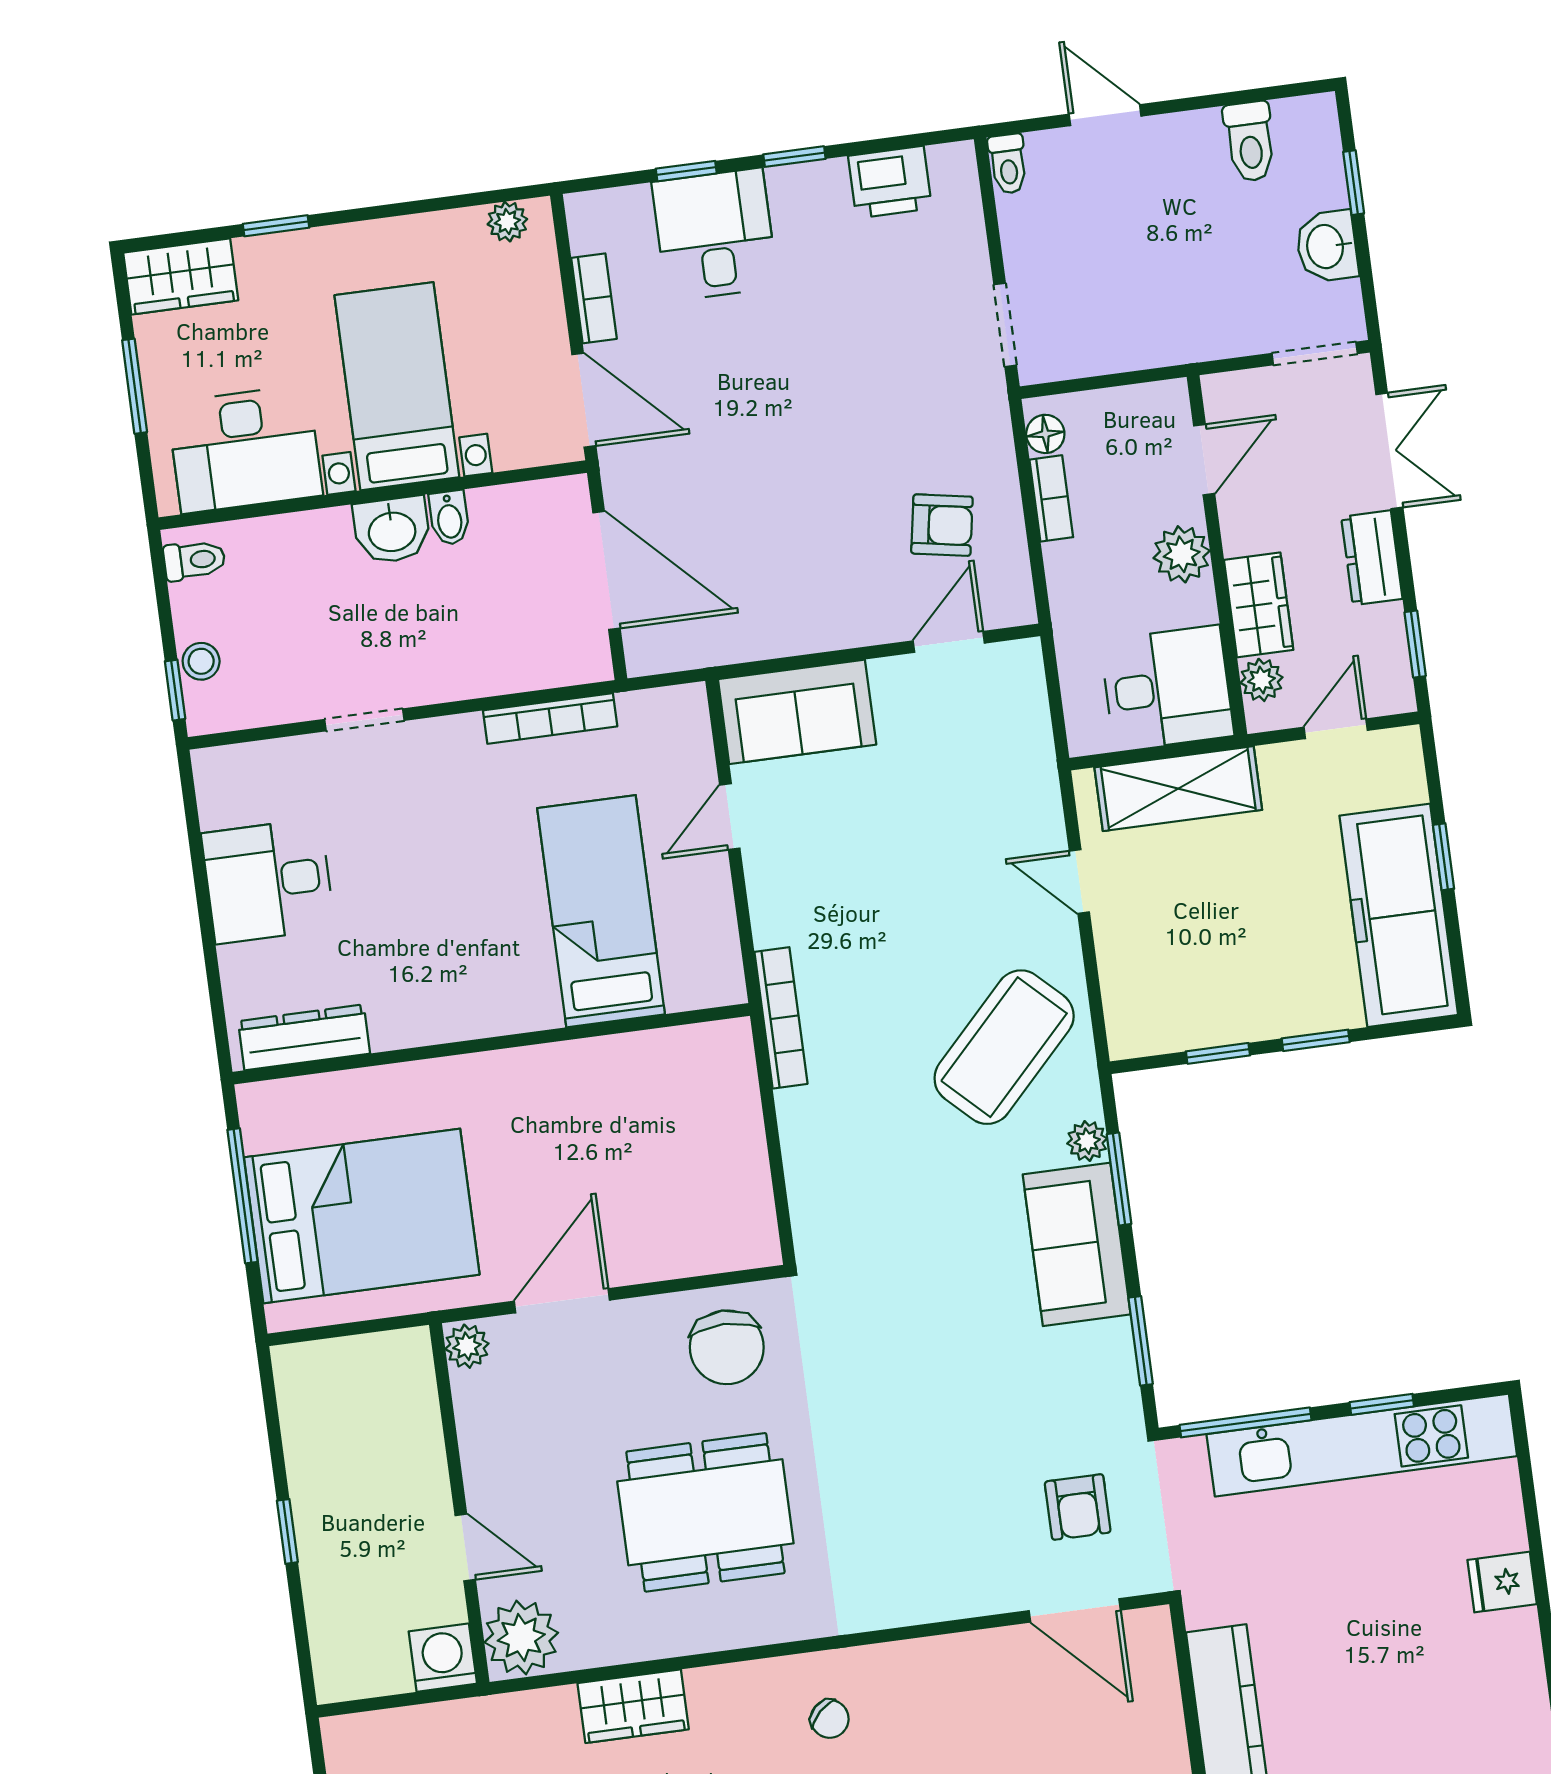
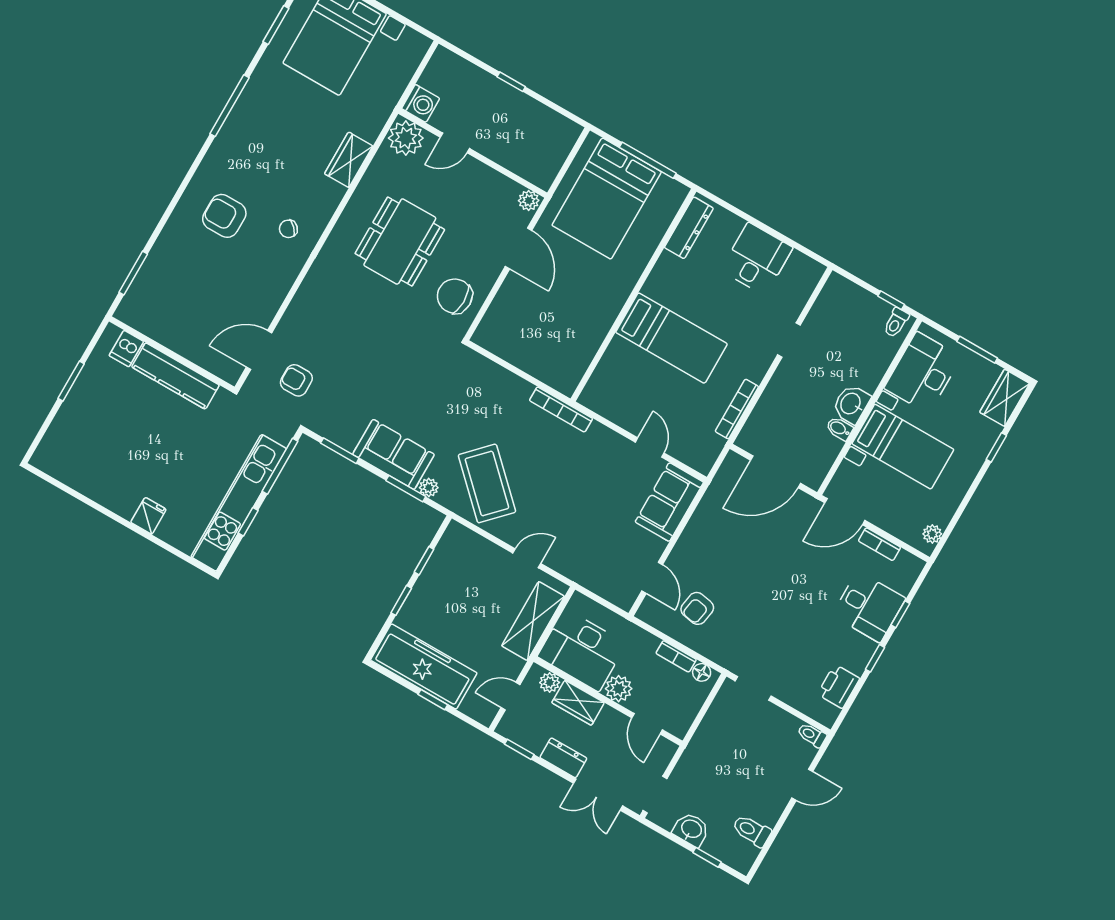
stool: (201, 661) -> (857, 296), removed
desk: (1167, 688) -> (582, 650), width x1.37
window: (175, 690) -> (891, 300), moved
door: (1336, 729) -> (511, 696), swing flipped
bed: (601, 911) -> (671, 338), moved

